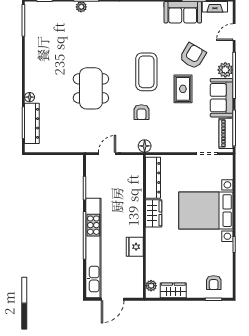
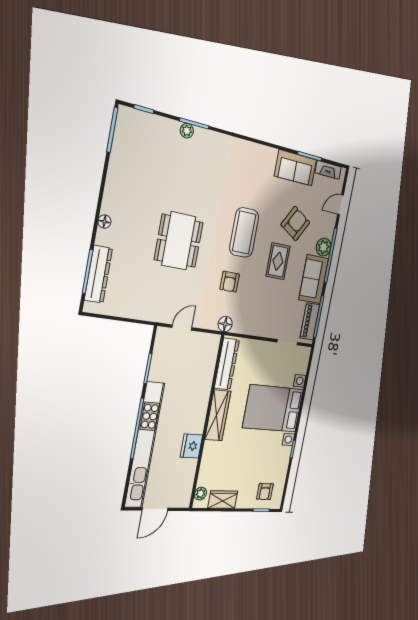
floor lamp: (30, 97) -> (104, 222), moved
wardrobe: (154, 213) -> (218, 415), width x1.50

